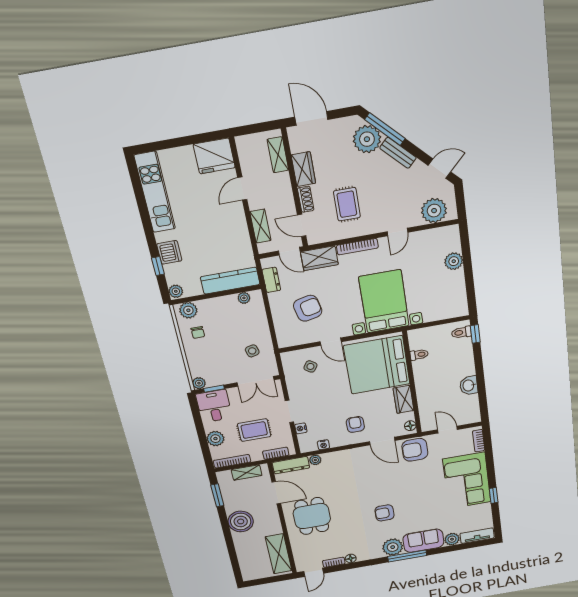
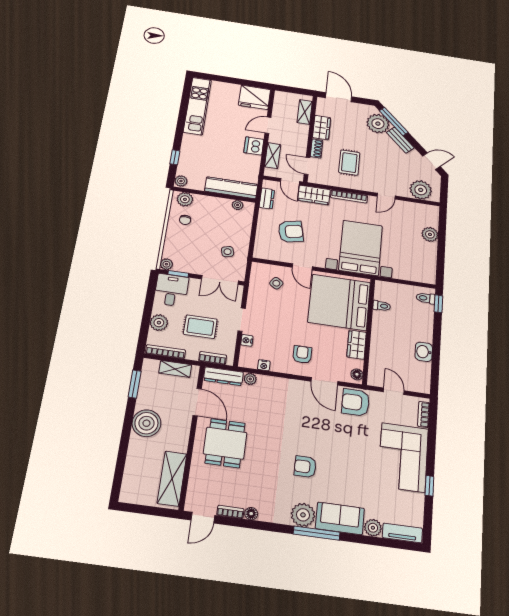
dishwasher: (169, 252) -> (254, 146), moved, turned 180

